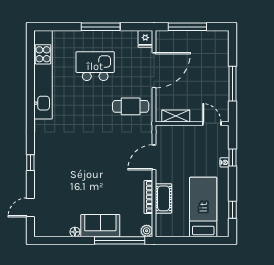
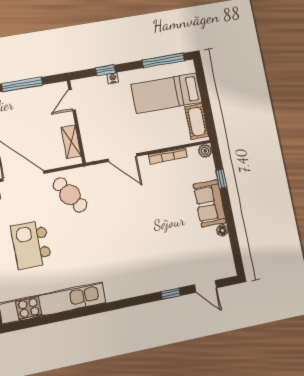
cafe table: (131, 106) -> (70, 195), turned -33
window: (30, 163) -> (171, 294), moved
cot: (164, 198) -> (197, 121), moved, turned 90
window: (233, 210) -> (163, 60), width x2.17
window: (120, 240) -> (221, 179), width x0.32

